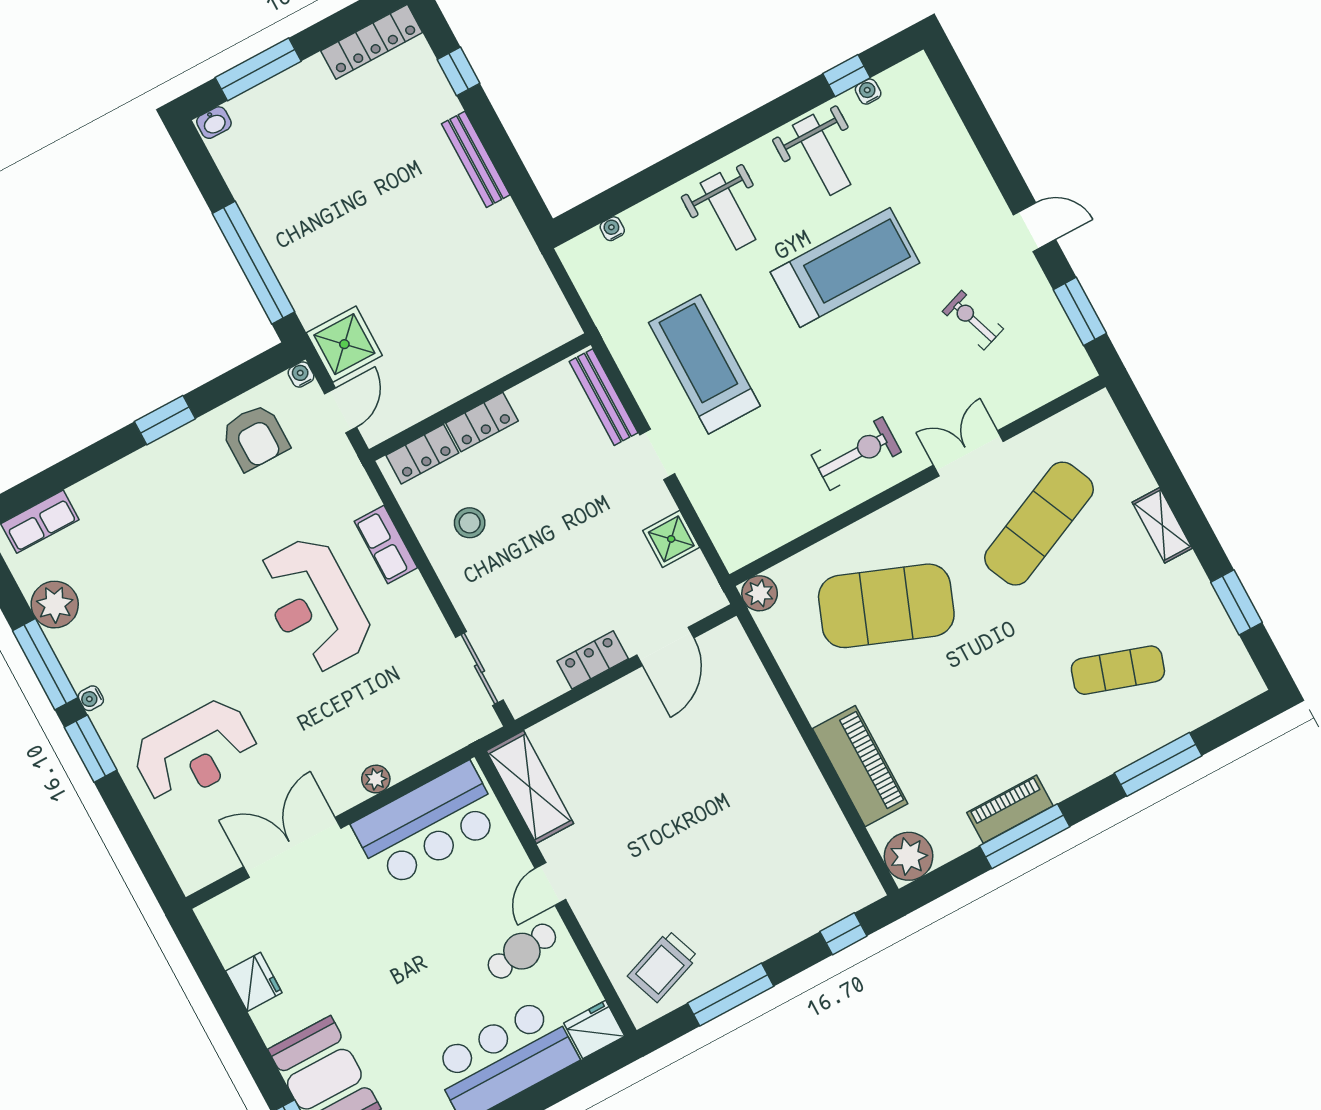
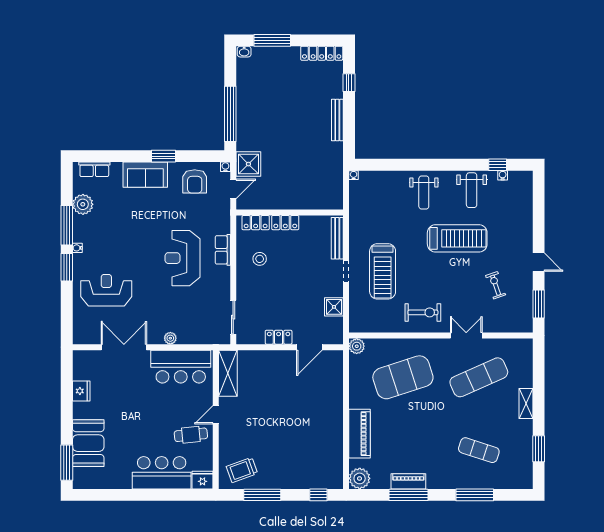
water cooler: (612, 229) -> (354, 175), moved
treadmill: (704, 364) -> (383, 271), moved, turned 180
sofa: (148, 477) -> (145, 175), added
exercise mat: (886, 606) -> (403, 377), turned -39
reception desk: (195, 752) -> (106, 290), turned 180

